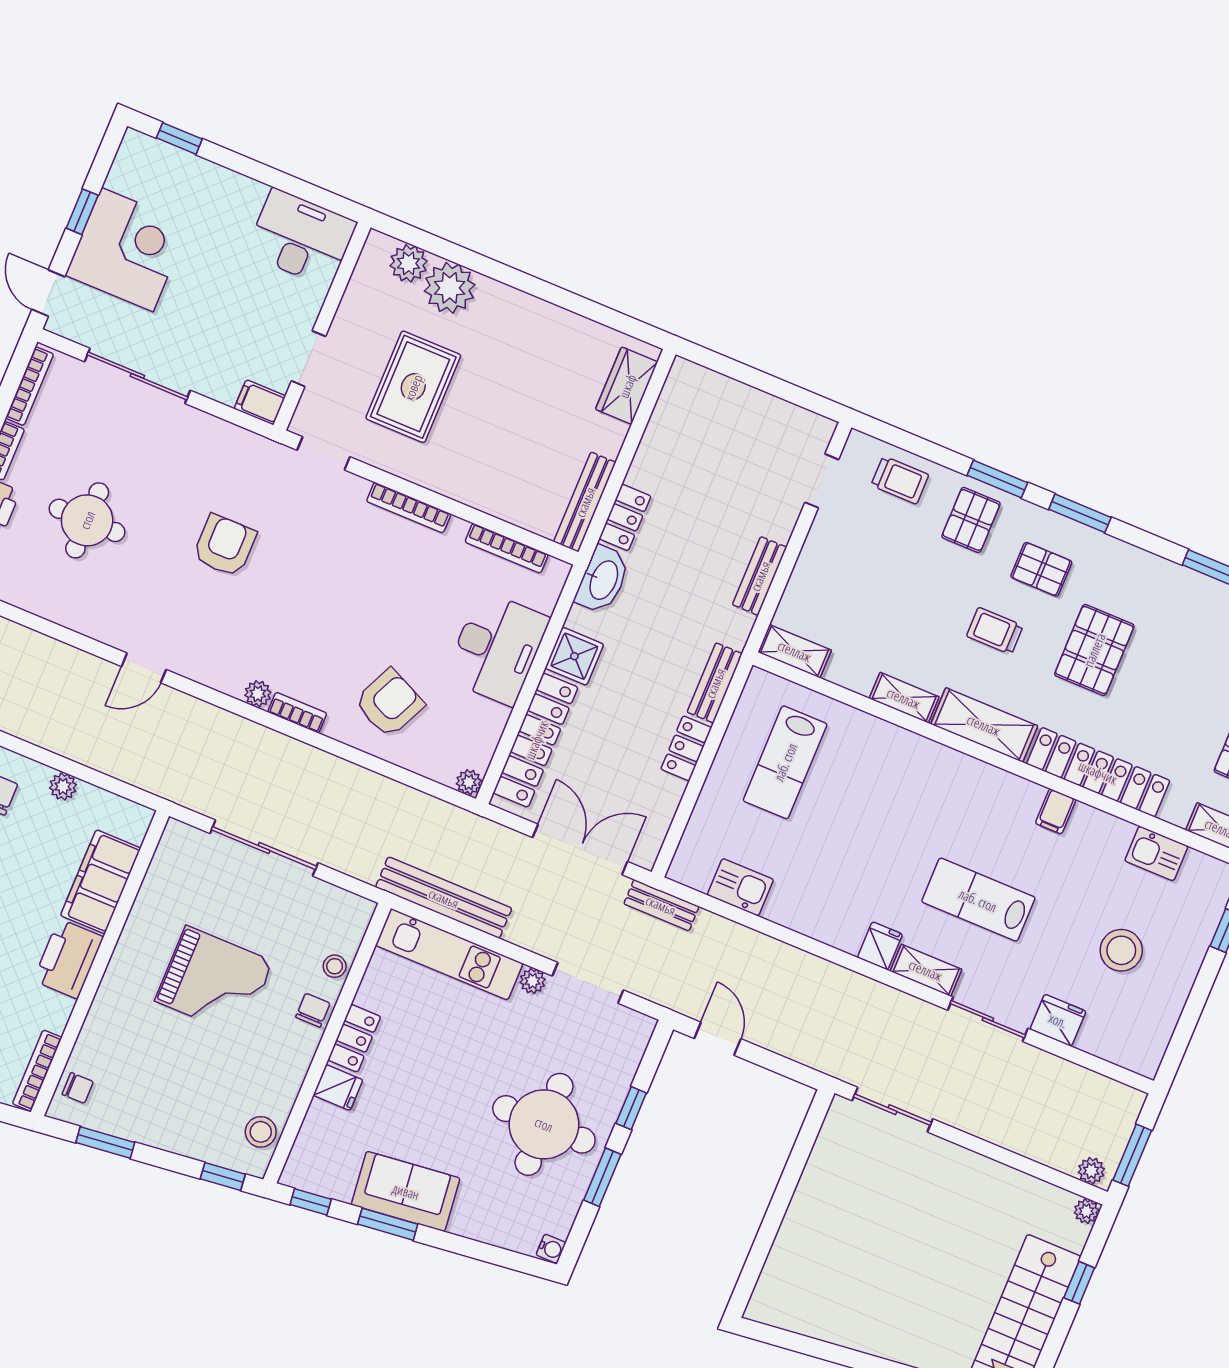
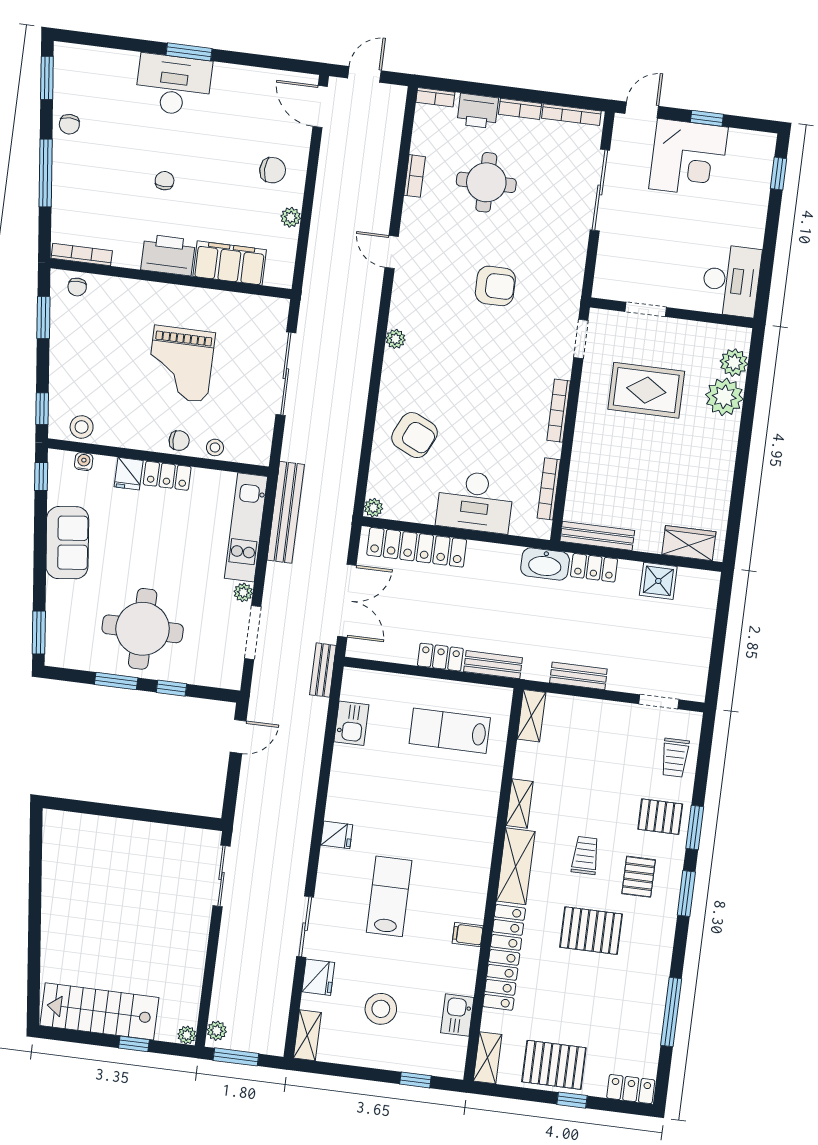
filing cabinet: (260, 402) -> (605, 283), removed
shower: (574, 656) -> (658, 581), moved
bookcase: (297, 713) -> (415, 176), moved
shelving: (926, 970) -> (307, 1035), moved
window: (388, 1224) -> (39, 633), moved
water cooler: (551, 1249) -> (84, 462), moved, turned 180

